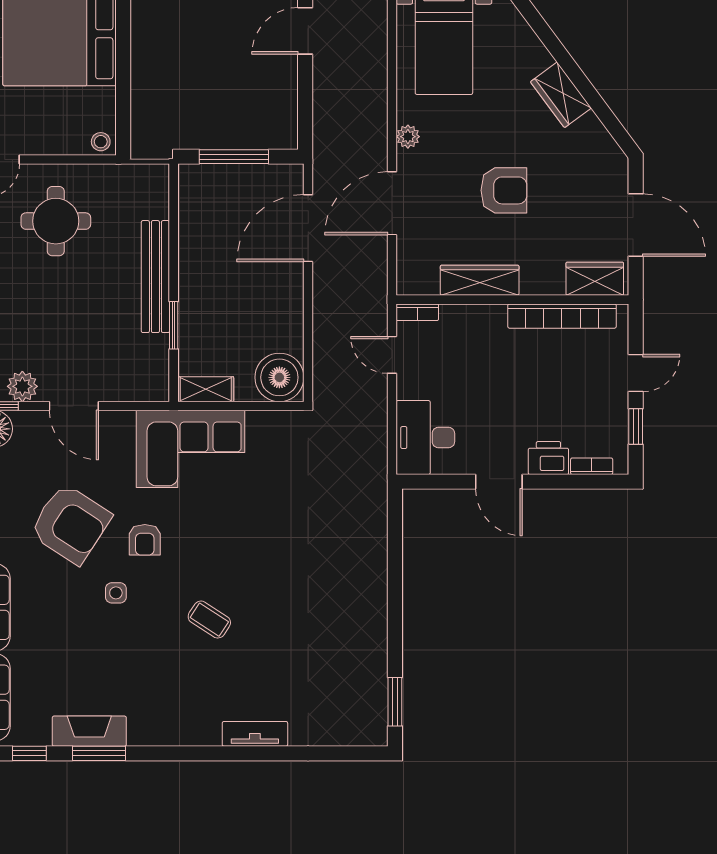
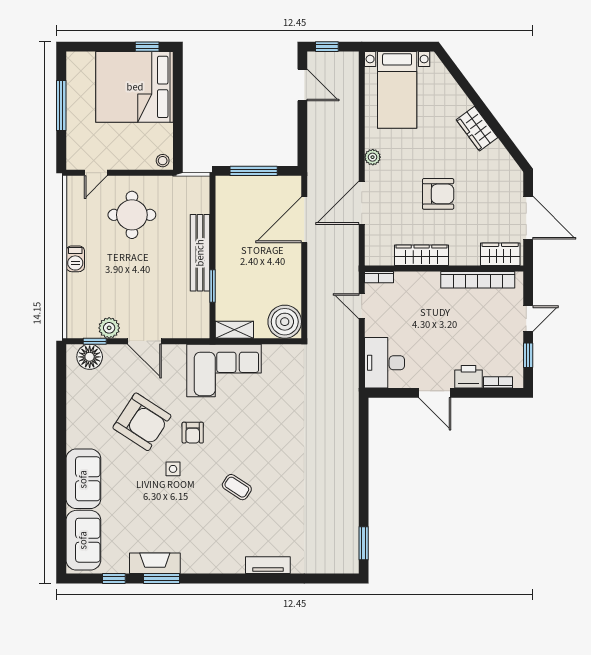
door: (305, 31) -> (302, 85), swing flipped

